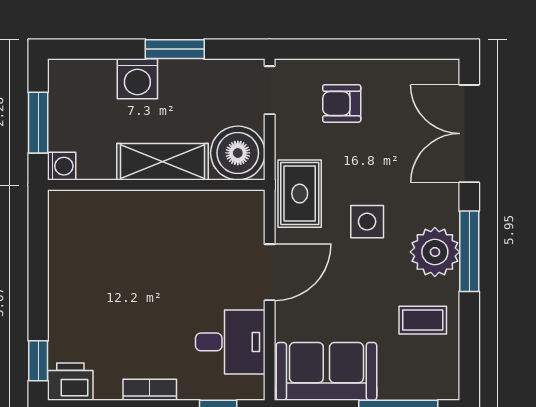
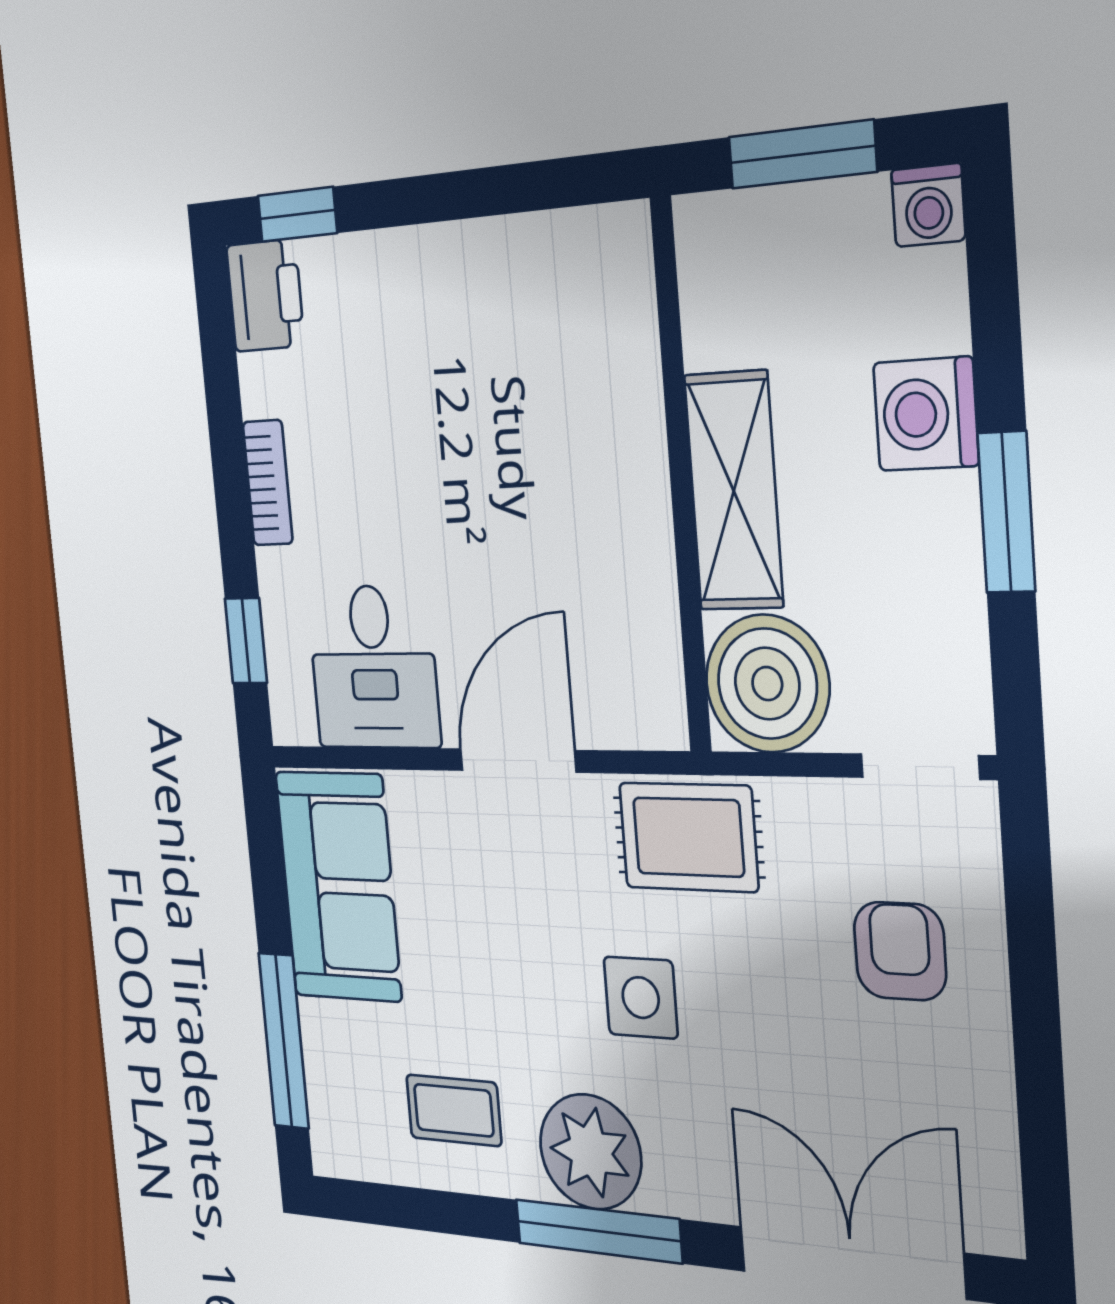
washing machine: (62, 166) -> (928, 205), moved
door: (270, 272) -> (518, 760), swing flipped
coffee table: (423, 320) -> (454, 1110), turned 90

